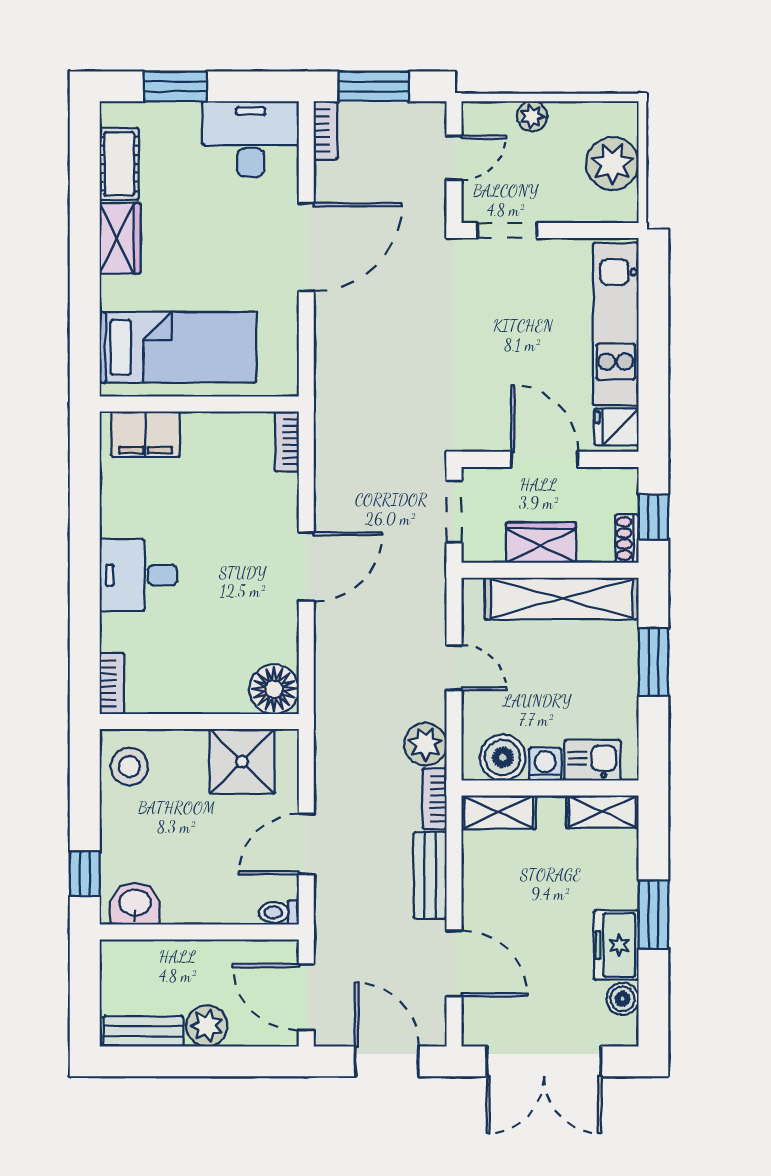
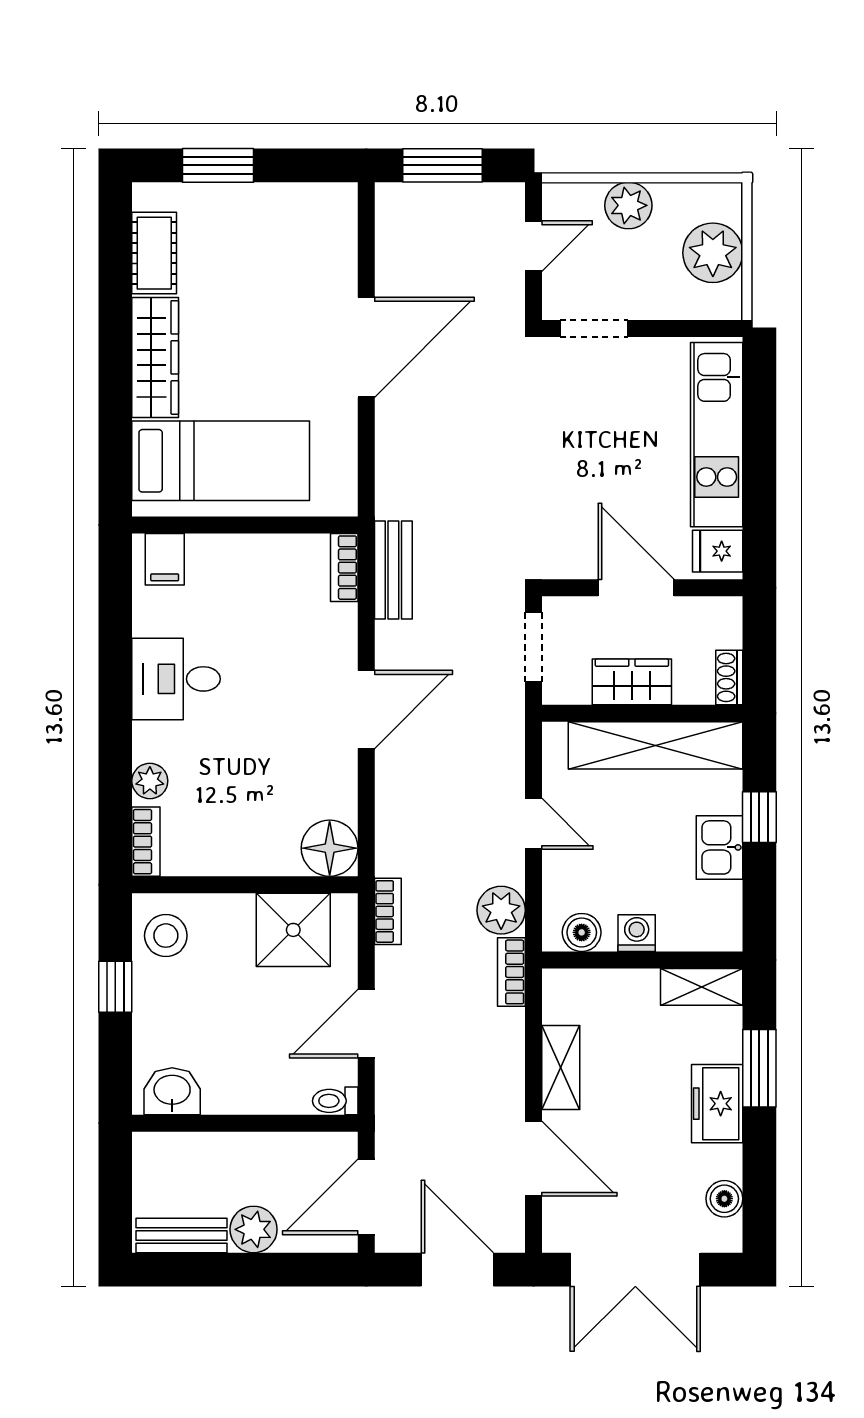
plant: (532, 116) -> (628, 205), width x1.38, depth x1.38
bookcase: (325, 130) -> (388, 911), moved
desk: (251, 139) -> (303, 225), removed
wardrobe: (120, 238) -> (155, 357), width x1.50
filing cabinet: (146, 434) -> (165, 559), width x0.50
window: (653, 517) -> (759, 653), removed
desk: (138, 575) -> (176, 679), moved
plant: (115, 630) -> (150, 781), added
window: (653, 662) -> (759, 817), width x0.67
boiler: (503, 758) -> (582, 932), width x0.73, depth x0.73
kitchen sink: (593, 760) -> (720, 847), moved, turned -90
shelving: (499, 812) -> (561, 1068), moved, turned 90
window: (85, 874) -> (115, 987), moved
bench: (430, 875) -> (393, 570), moved
window: (653, 915) -> (759, 1068), moved
freezer: (616, 945) -> (717, 1104), moved
door: (306, 997) -> (366, 1197), hinge flipped

